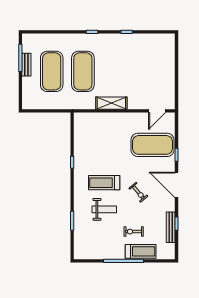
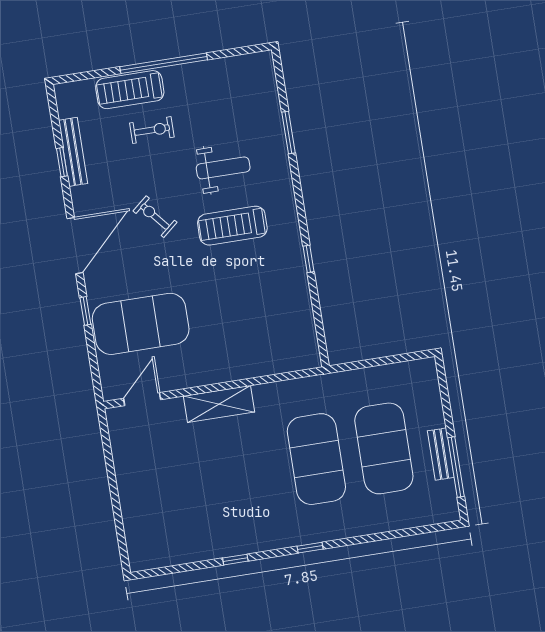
shelving: (111, 103) -> (219, 404), moved
treadmill: (104, 183) -> (232, 226), turned 180
door: (177, 185) -> (75, 246), hinge flipped
weight bench: (104, 209) -> (223, 168), turned 180

